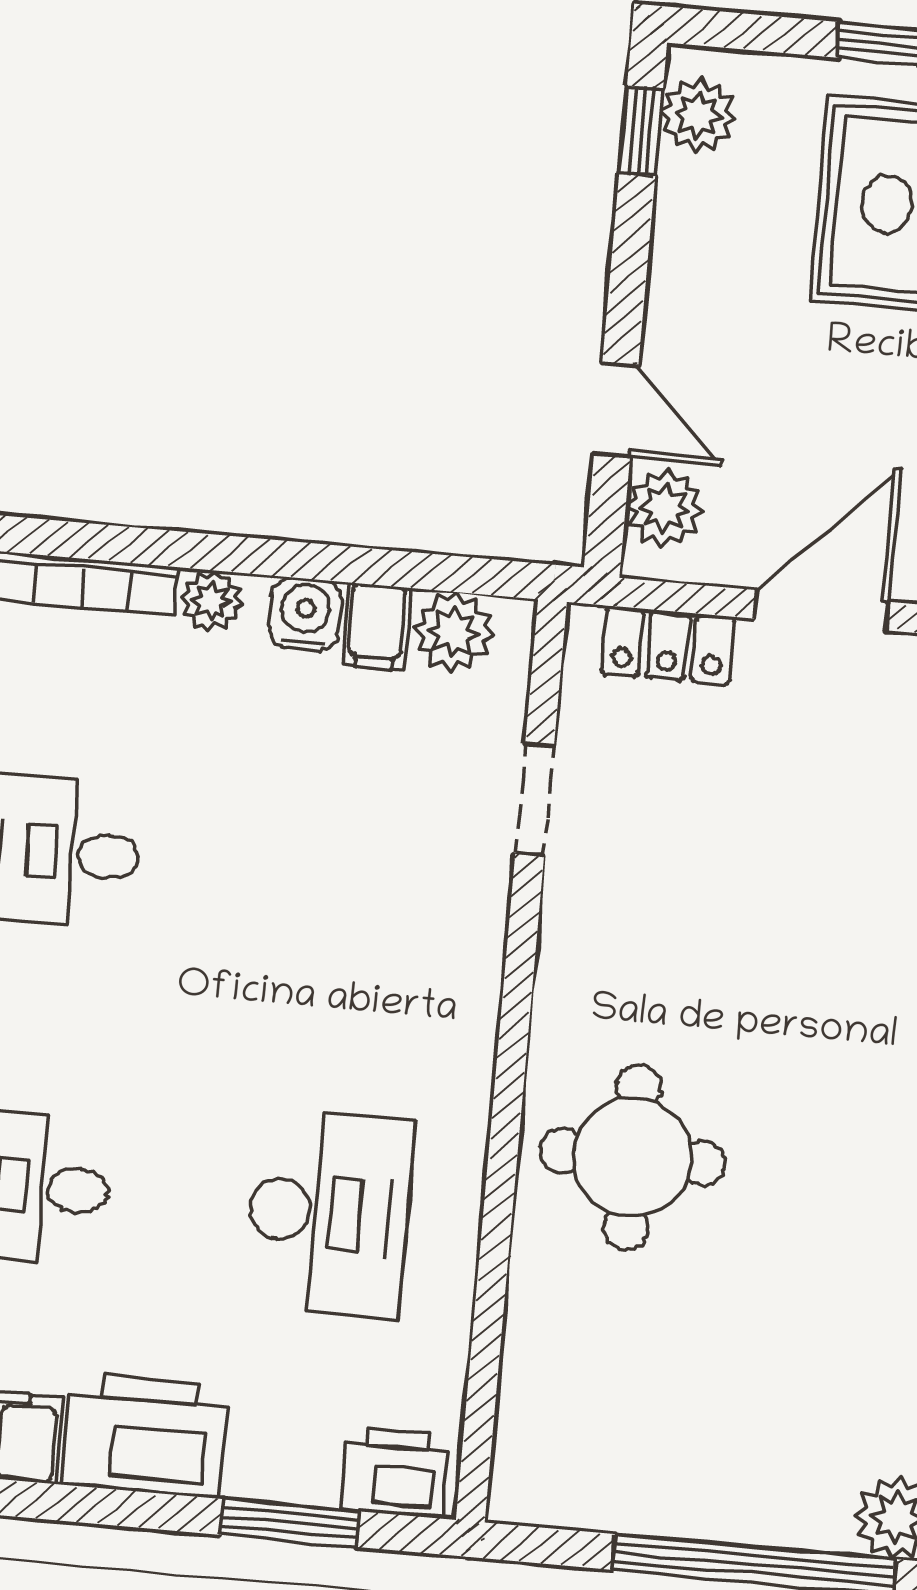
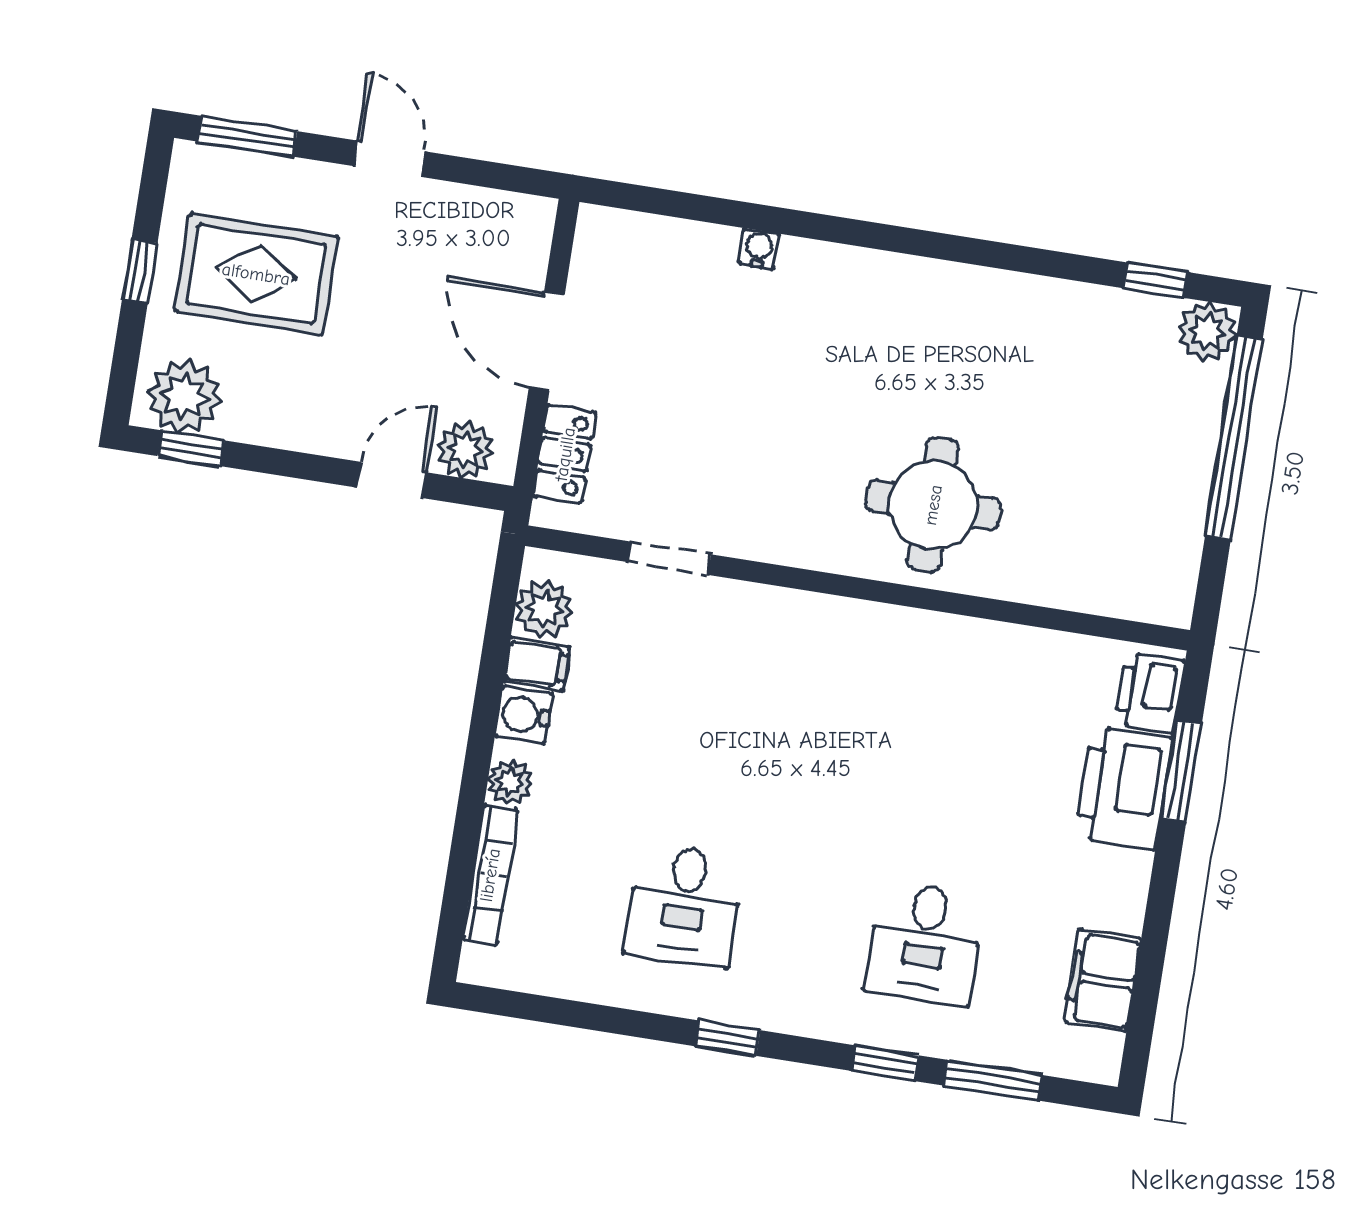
plant: (698, 115) -> (184, 396), width x1.36, depth x1.36
desk: (328, 1213) -> (959, 728), removed
printer: (145, 1435) -> (1124, 788), moved

